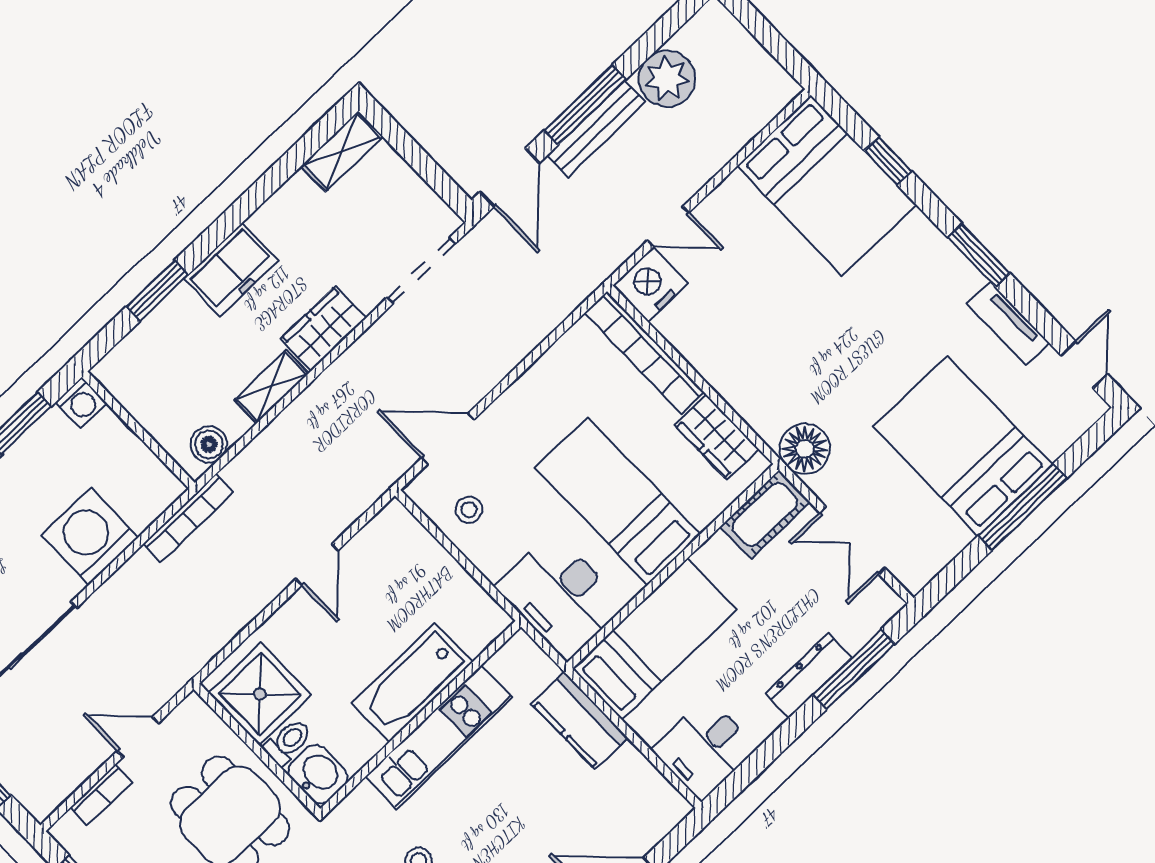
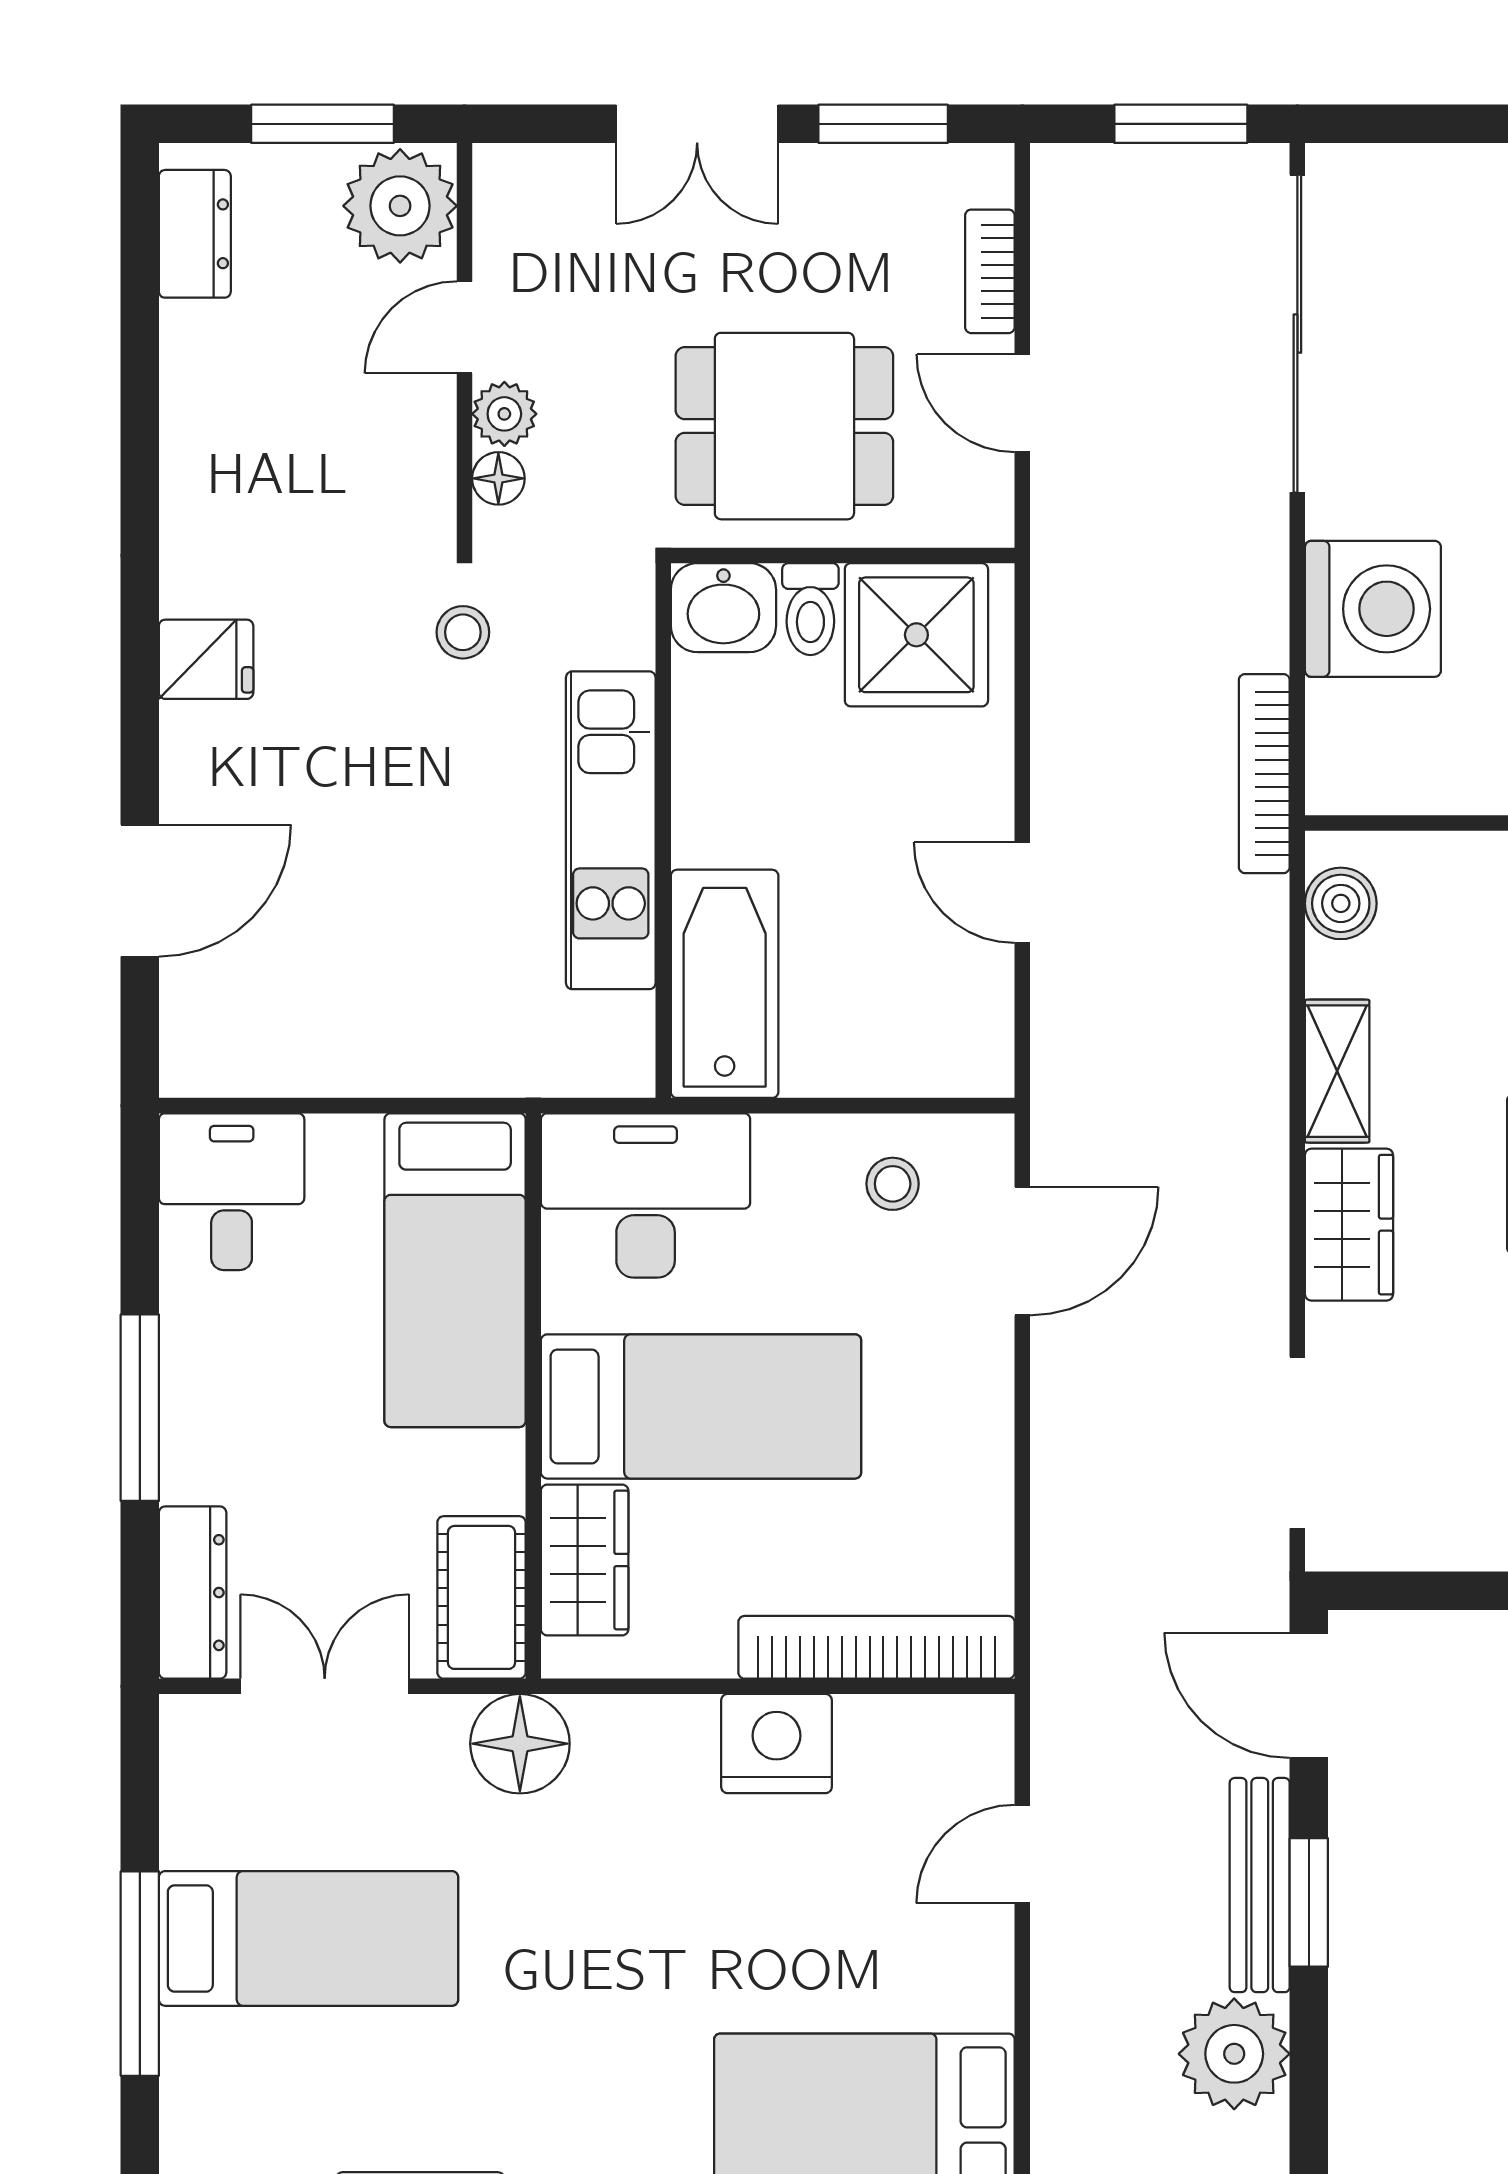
window: (585, 105) -> (1309, 1902), width x0.69
nightstand: (650, 284) -> (777, 1744), moved, turned -90
wardrobe: (717, 437) -> (585, 1560), moved, turned 90
bed: (963, 446) -> (309, 1938), width x0.67
window: (854, 669) -> (140, 1408), moved
dresser: (809, 676) -> (193, 1593), moved
bathtub: (412, 683) -> (725, 984), moved
kitchen counter: (580, 721) -> (441, 1053), removed
door: (138, 737) -> (1022, 403), swing flipped

